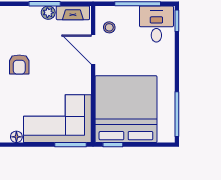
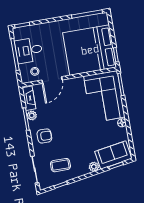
desk: (156, 24) -> (29, 50), moved
armchair: (19, 64) -> (44, 136), moved

